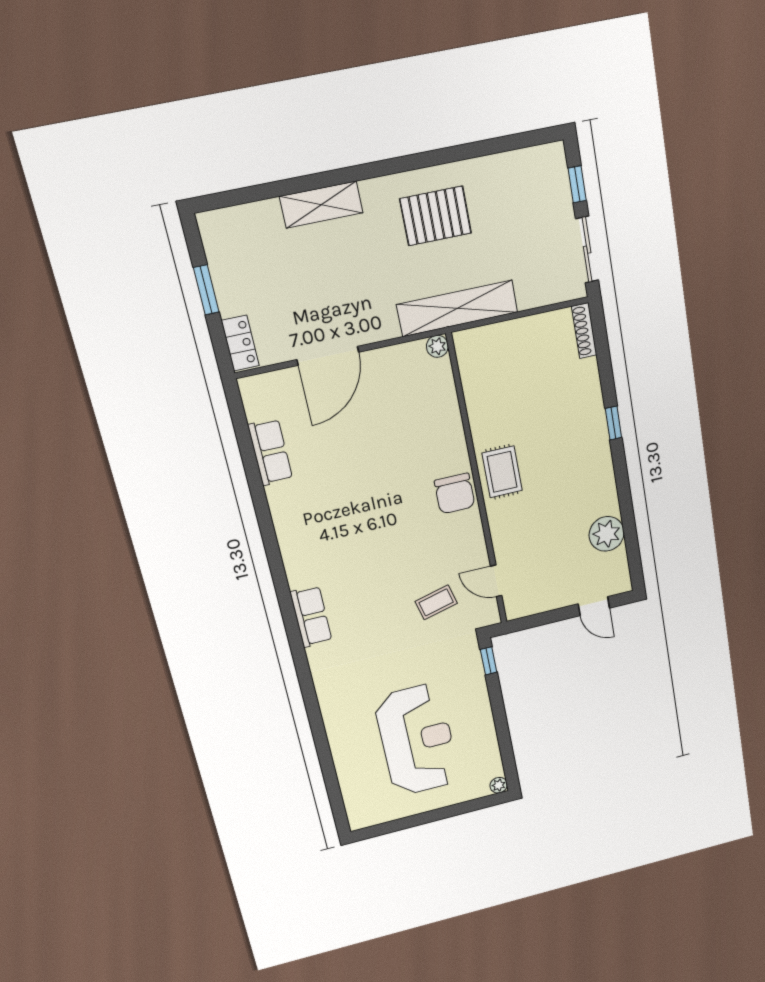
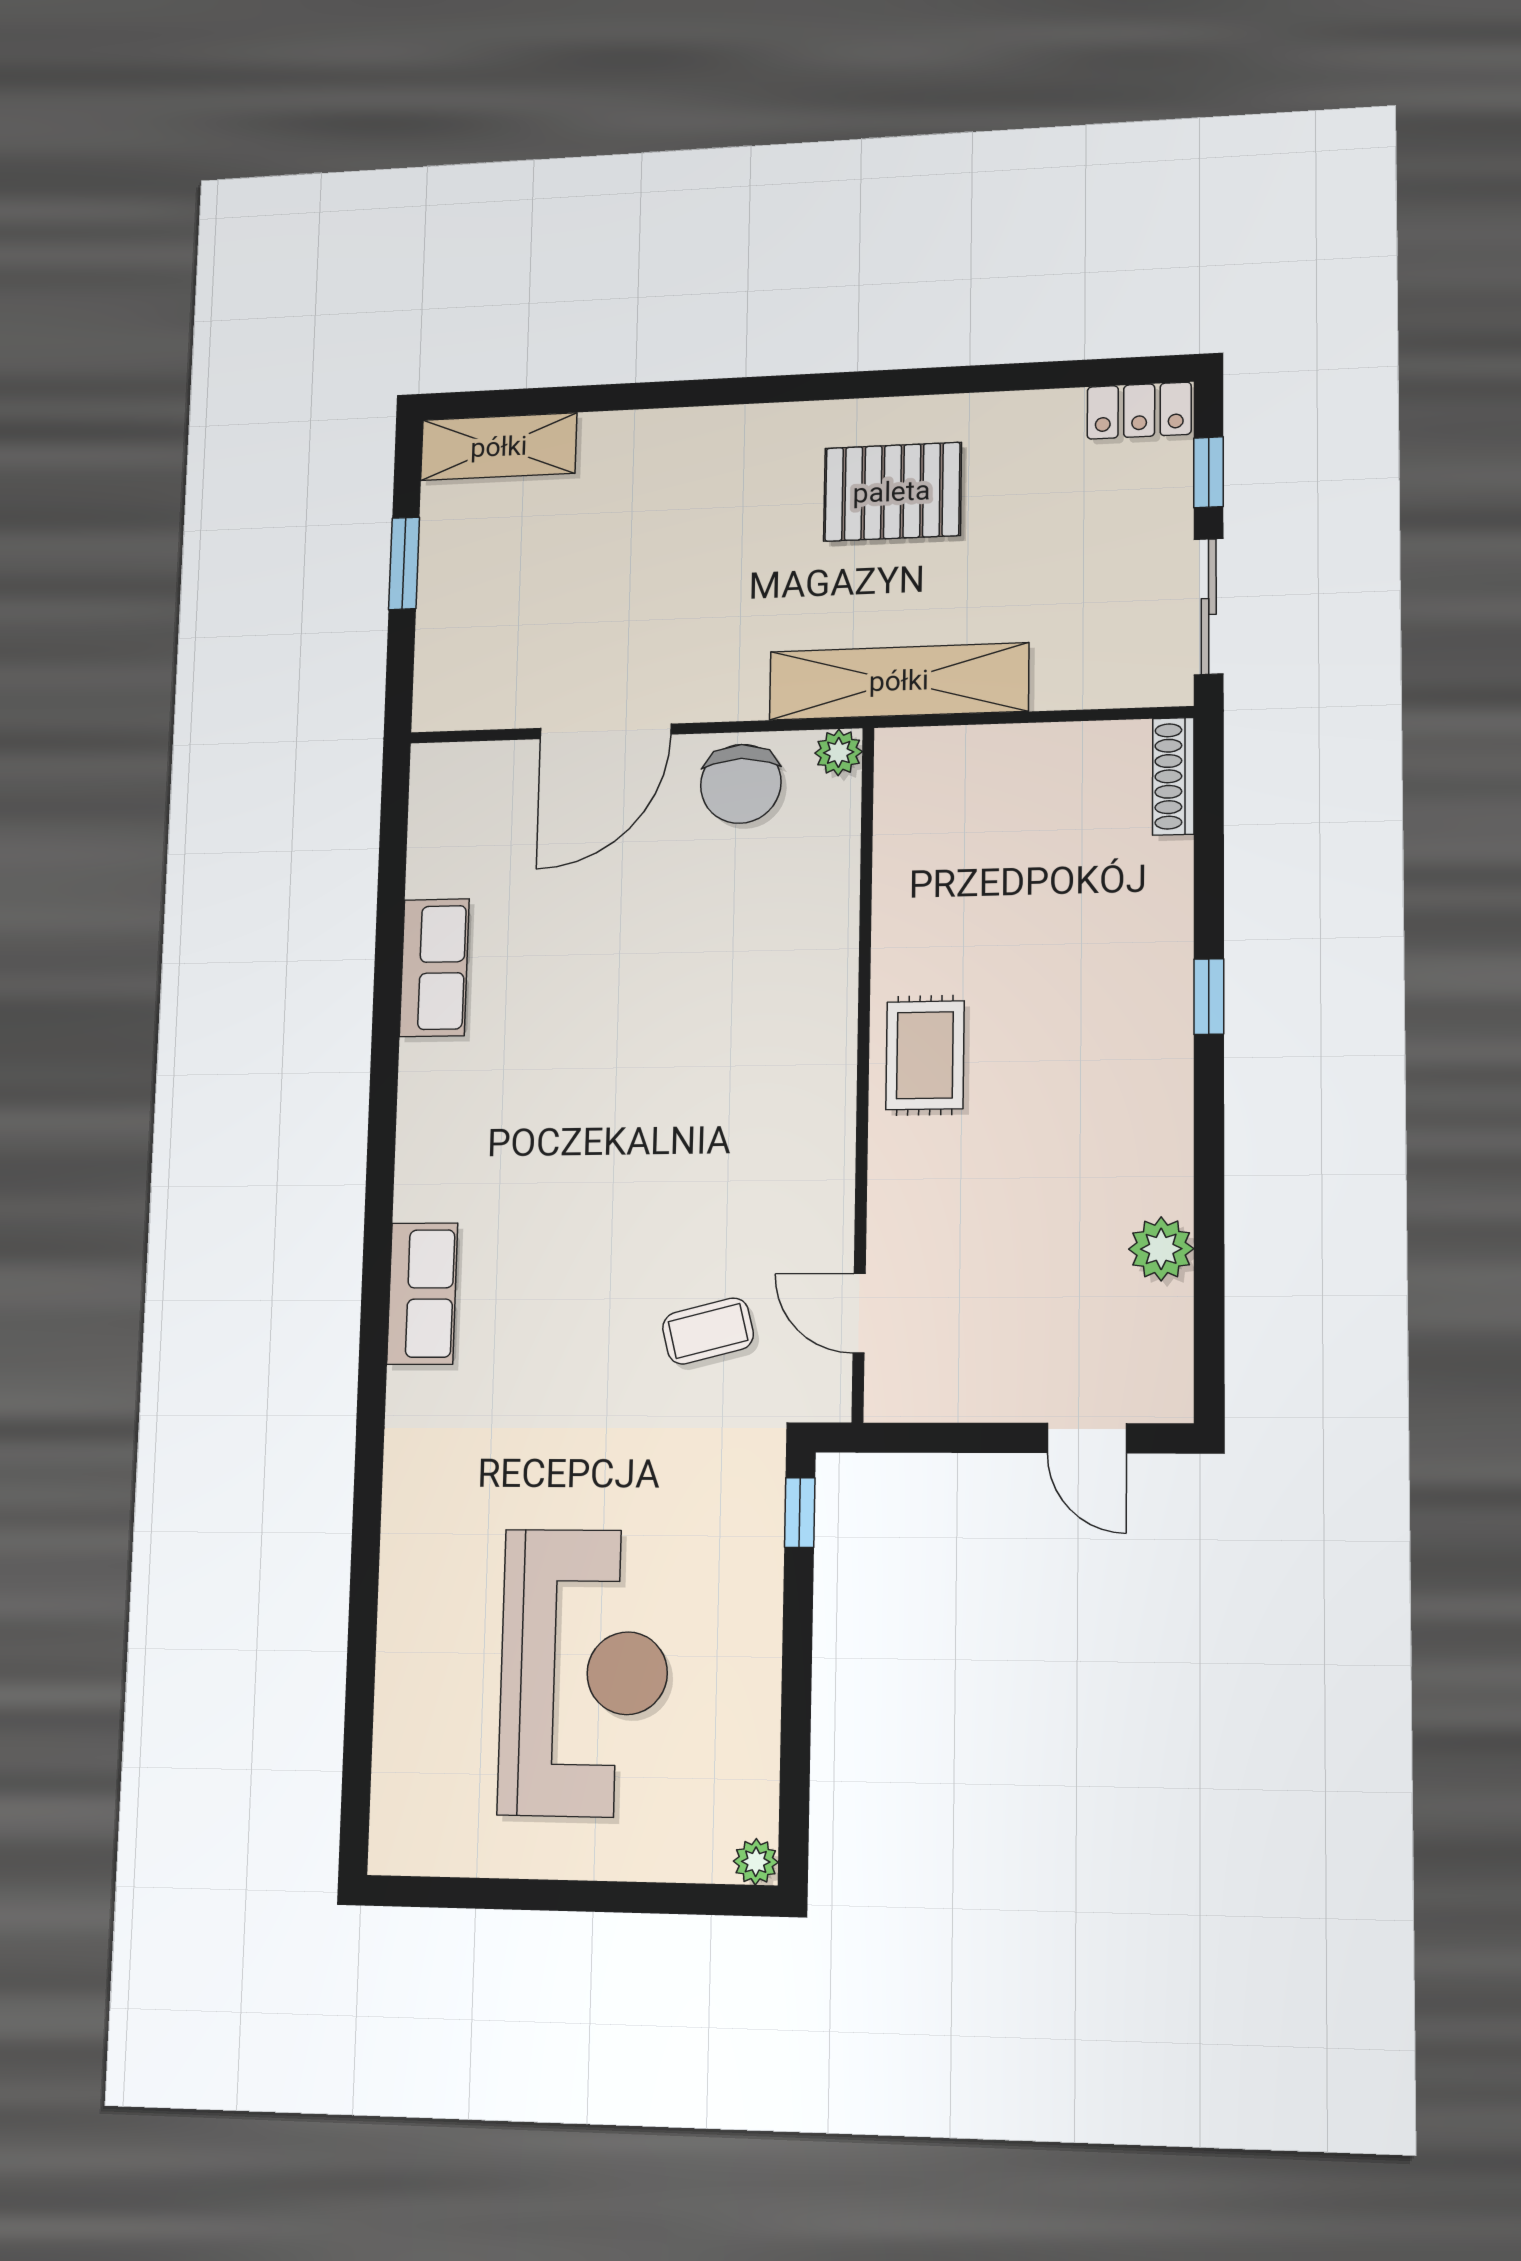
shelving: (321, 205) -> (499, 447), moved
locker: (240, 343) -> (1139, 411), moved, turned 90
row of seats: (270, 452) -> (434, 968), moved
chair: (455, 494) -> (741, 784), moved
plant: (607, 534) -> (1161, 1249), width x0.73, depth x0.73

